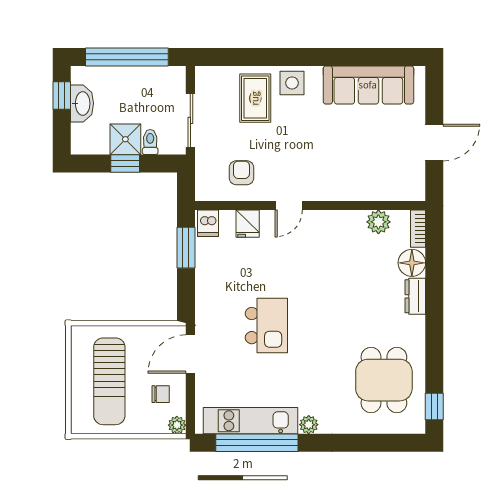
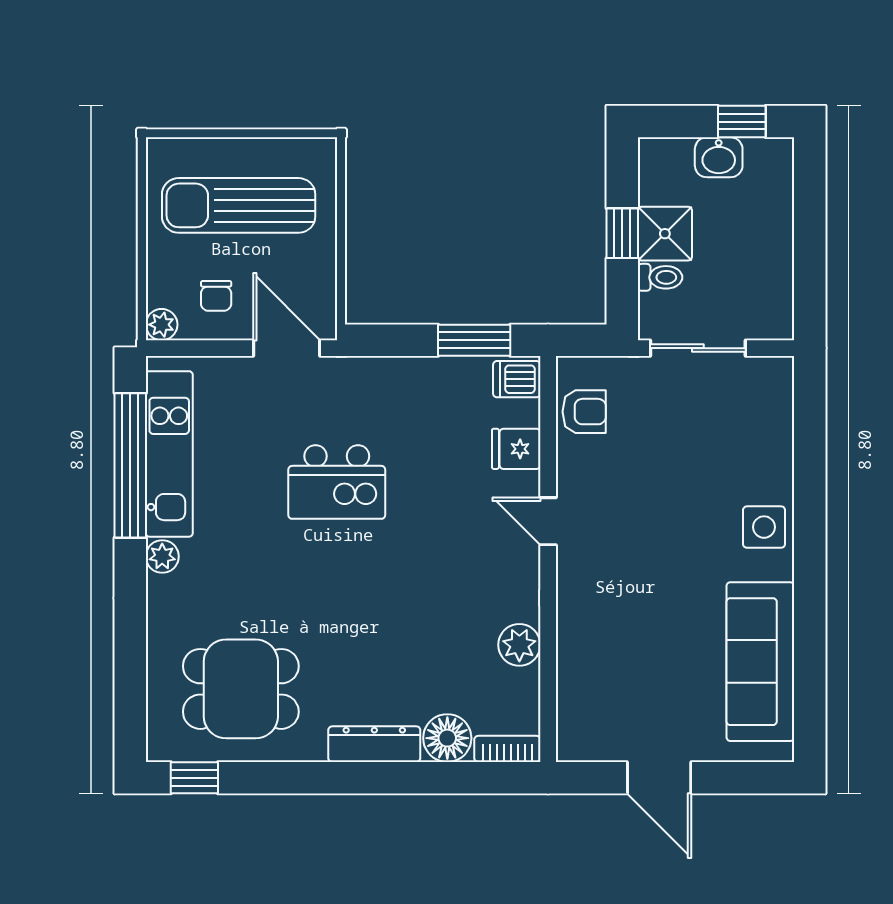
window: (127, 57) -> (810, 236), removed
rug: (255, 98) -> (737, 462), removed
washbasin: (82, 103) -> (719, 157), width x0.72
armchair: (241, 173) -> (584, 412), moved
plant: (378, 222) -> (519, 645), moved
dresser: (415, 296) -> (374, 744), width x1.44

